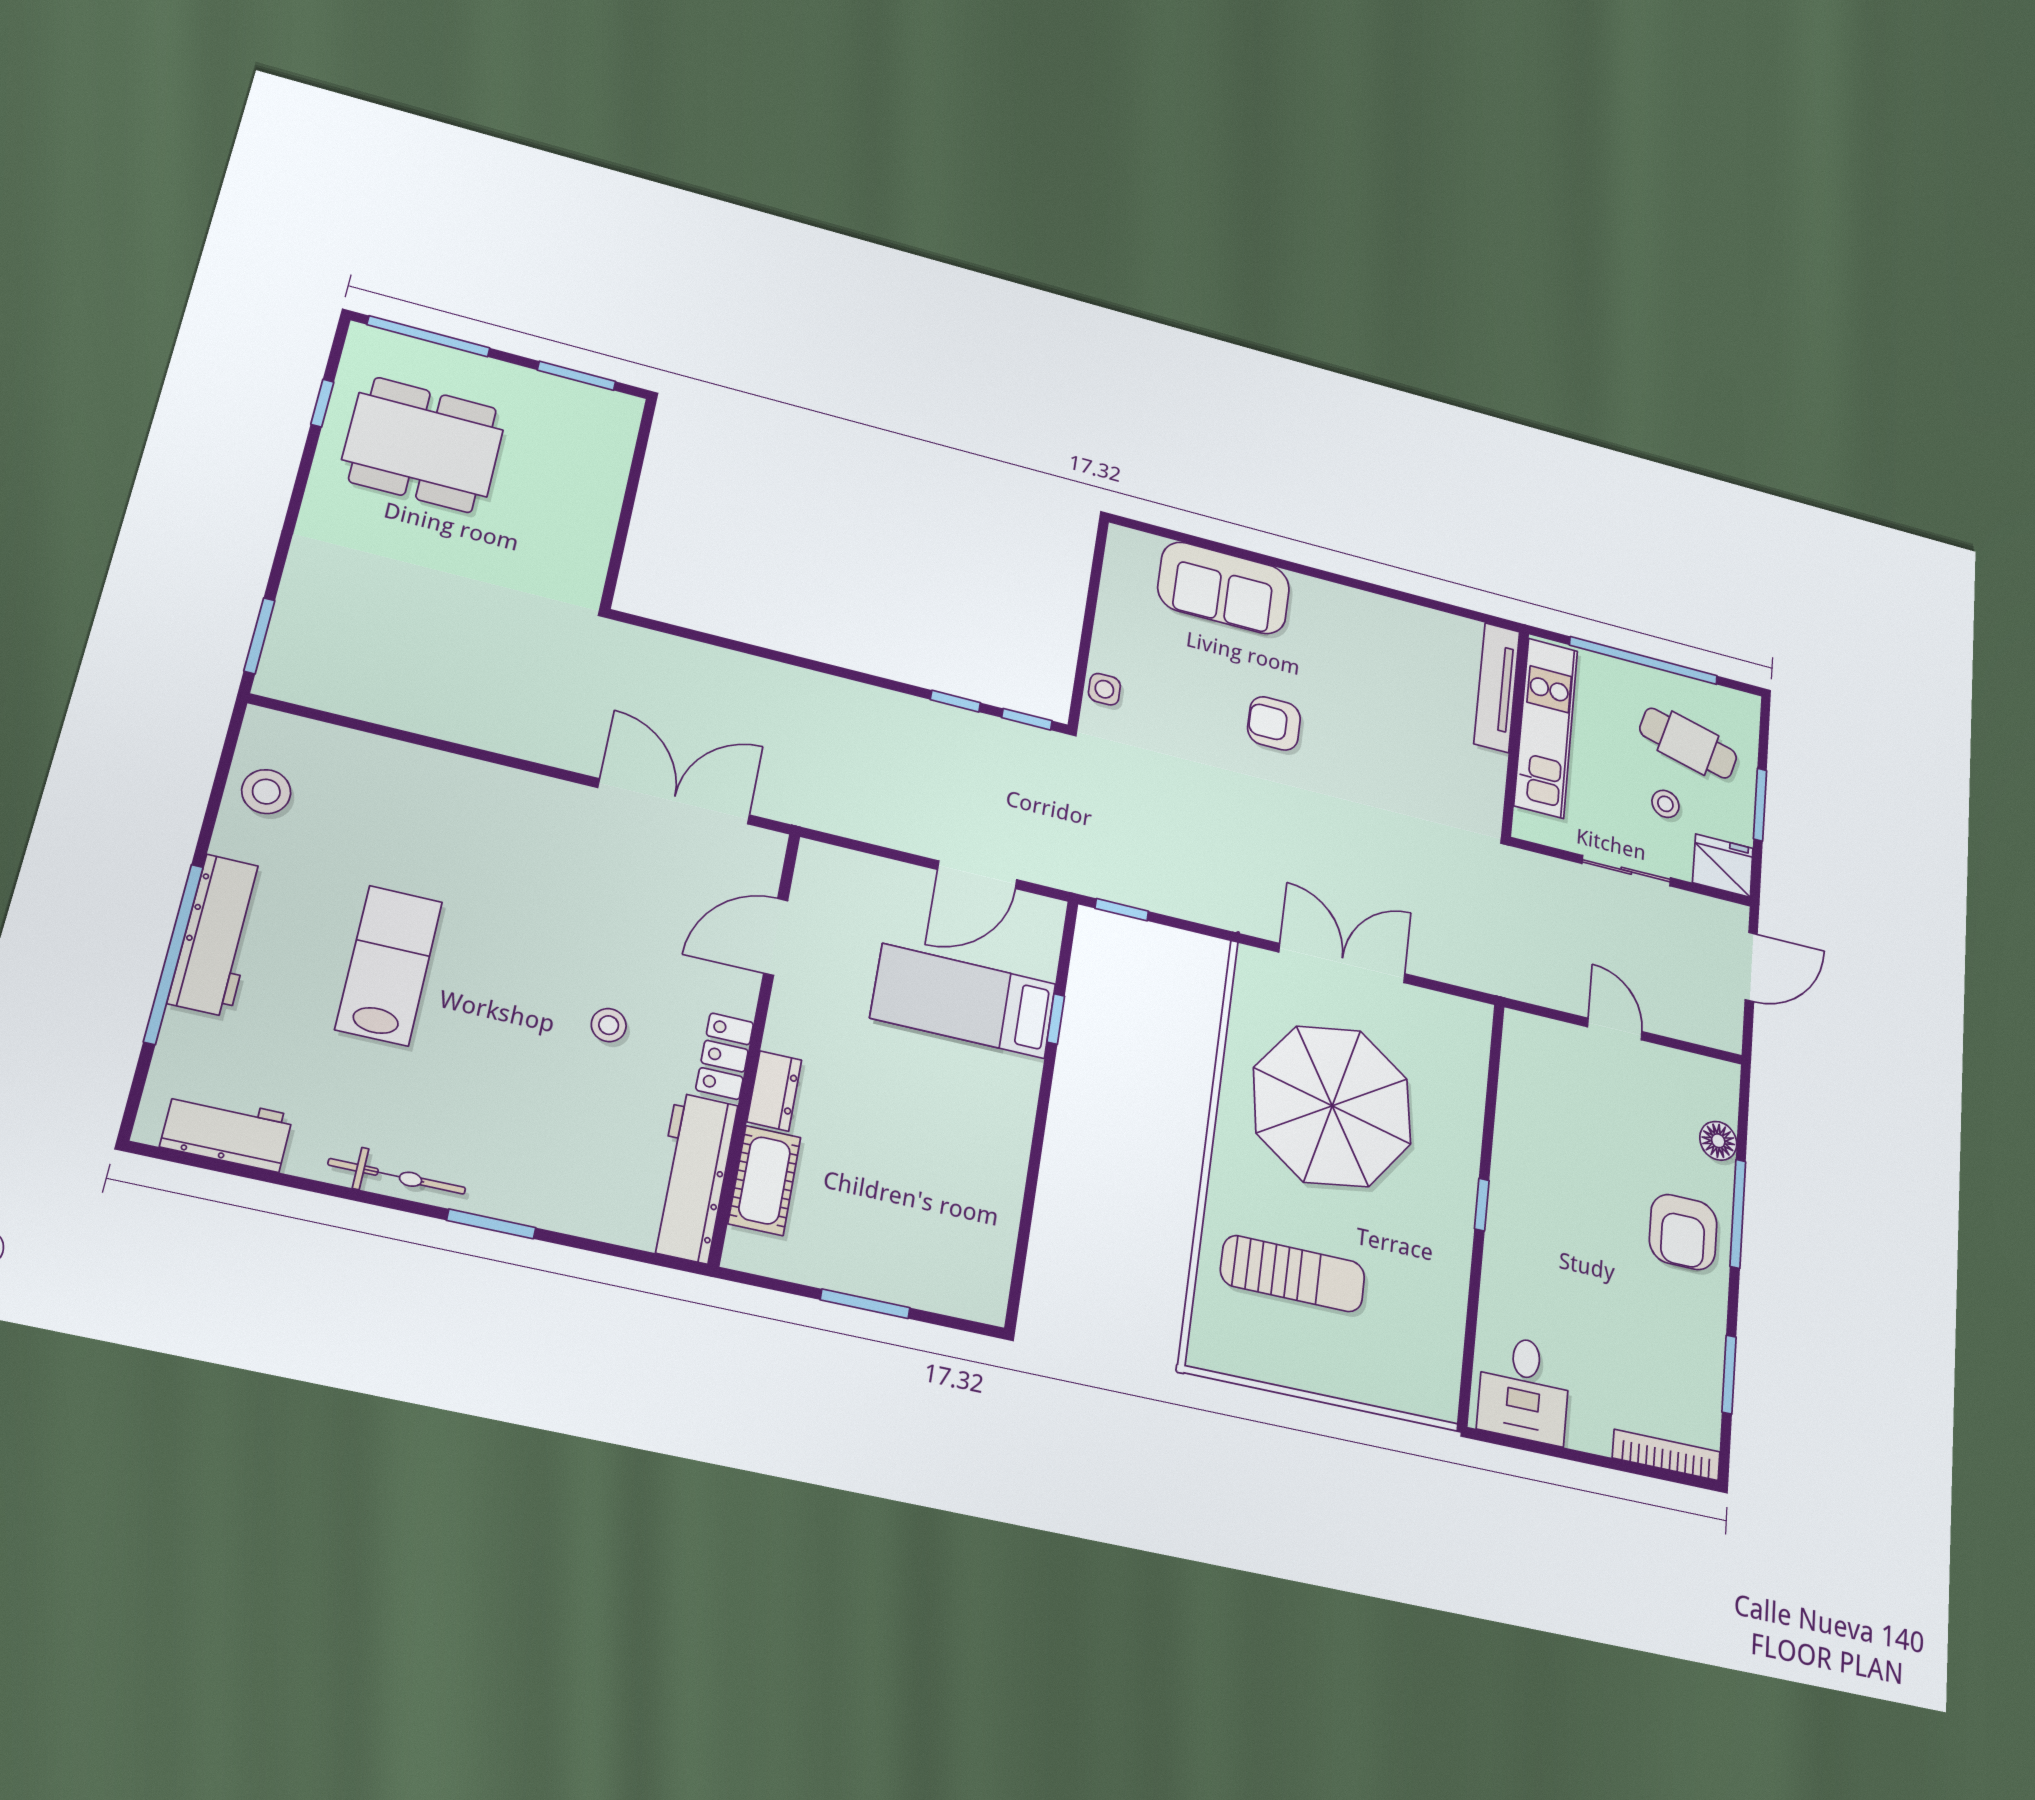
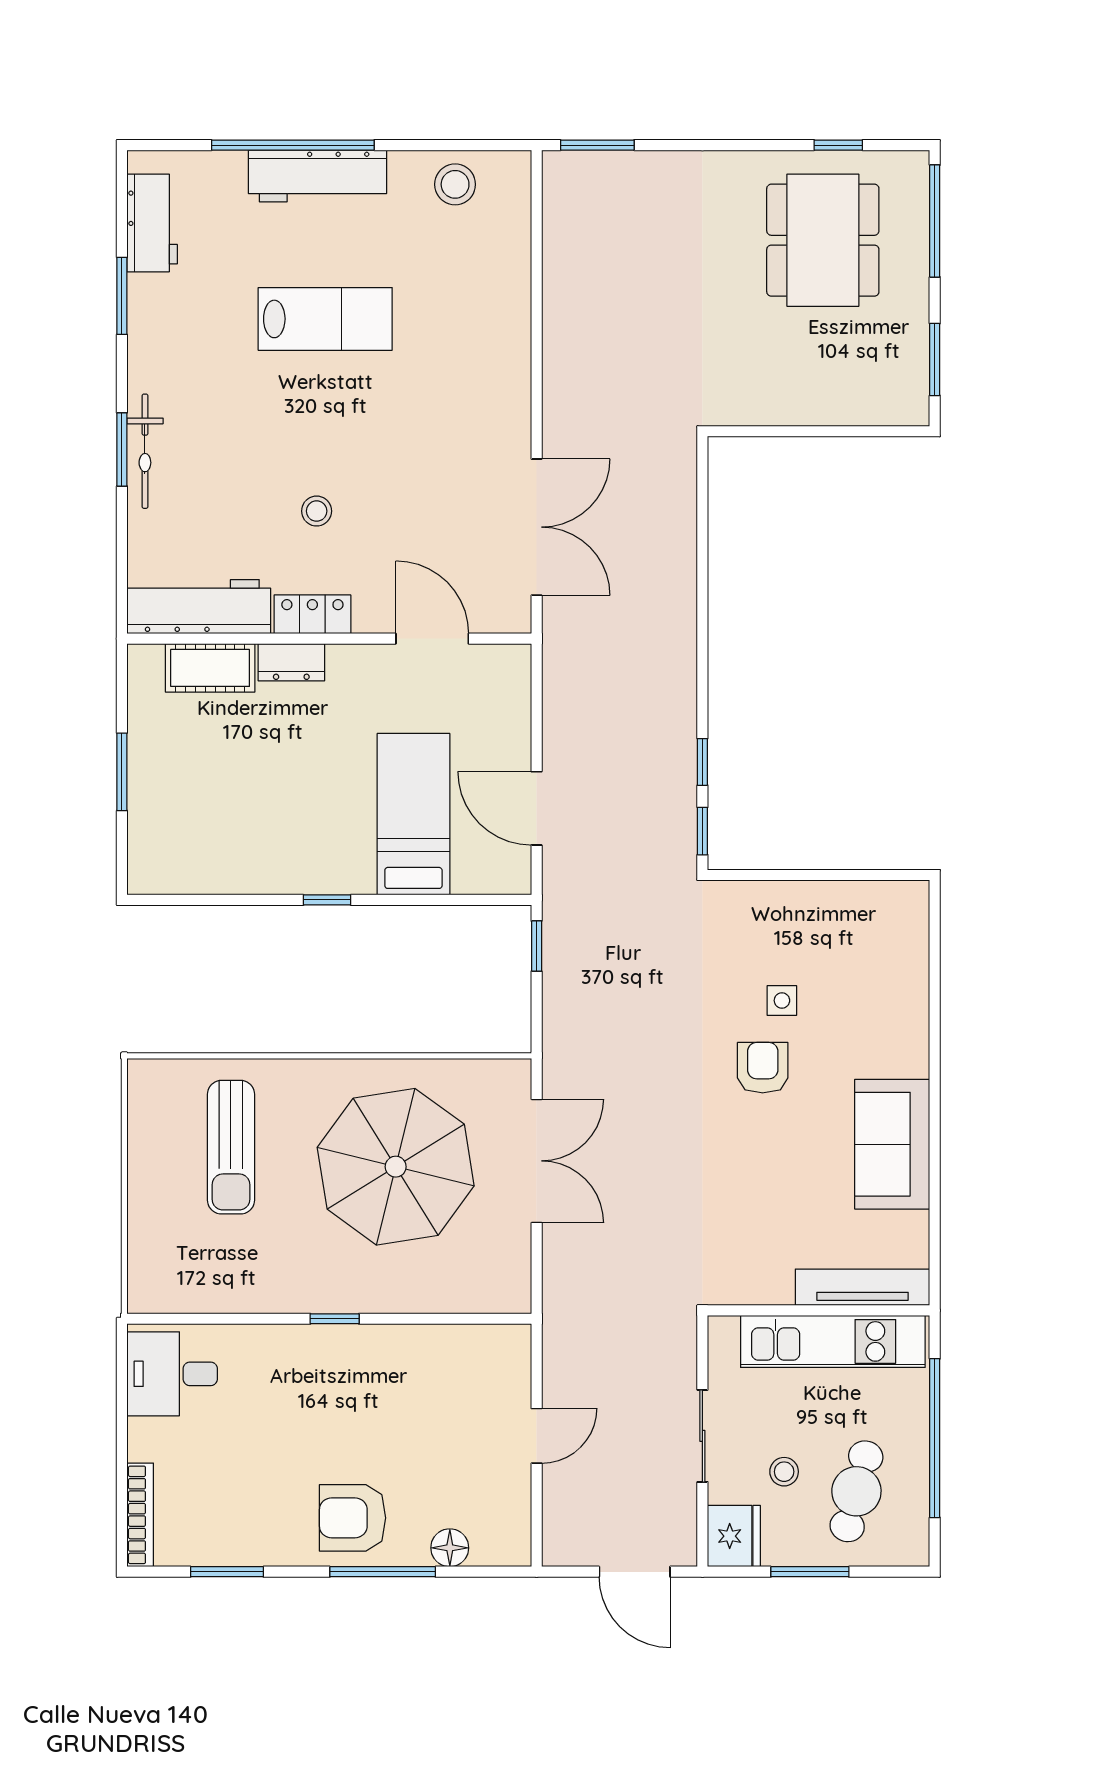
sofa: (1224, 588) -> (892, 1144), moved
side table: (1104, 689) -> (782, 1000), moved
window: (1056, 1019) -> (327, 900), moved
bicycle: (397, 1176) -> (145, 451), moved
window: (307, 1185) -> (122, 296), added

